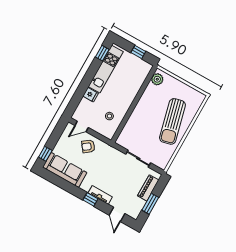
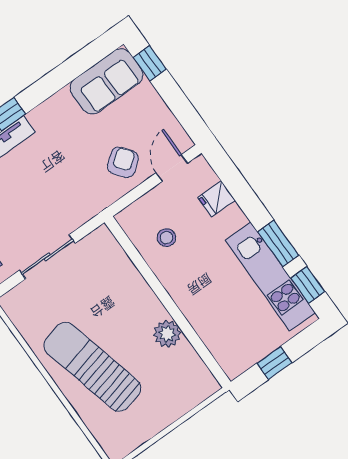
window: (92, 72) -> (278, 244), added
plant: (157, 79) -> (167, 334), moved
fridge: (91, 95) -> (216, 199), moved
sofa: (65, 170) -> (107, 81), width x0.73

